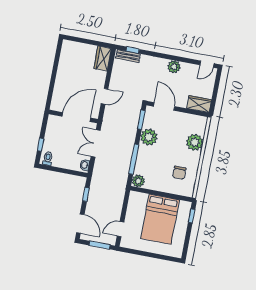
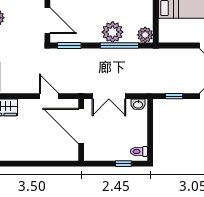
door: (164, 106) -> (47, 21), swing flipped
plant: (149, 137) -> (113, 32), moved

